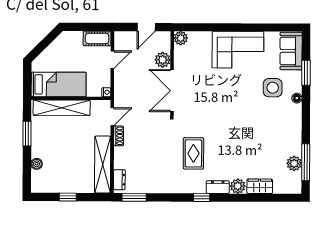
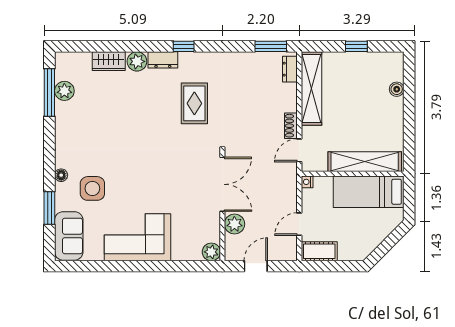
window: (27, 134) -> (409, 128), removed

